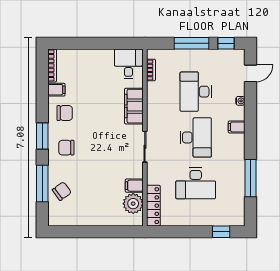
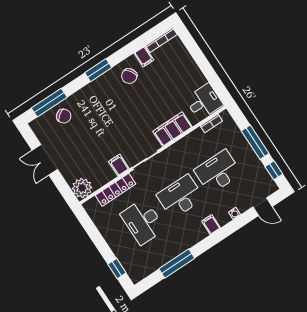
chair: (65, 113) -> (129, 76), turned 58
desk: (196, 137) -> (180, 197), turned 180
chair: (66, 148) -> (102, 96), removed
window: (42, 183) -> (49, 103), moved
filing cabinet: (134, 186) -> (119, 165), moved
plant: (133, 204) -> (82, 188), moved
locker: (153, 206) -> (116, 190), moved
double door: (88, 232) -> (45, 160), added

